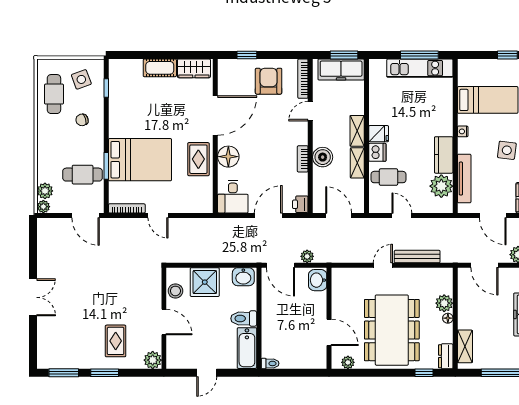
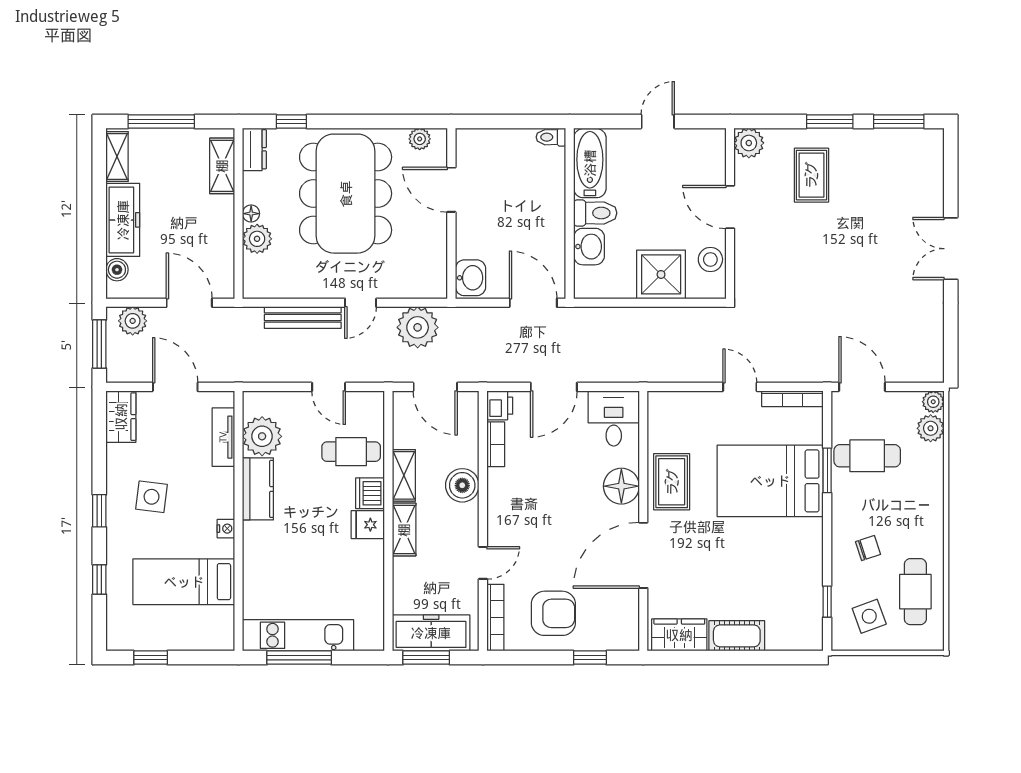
armchair: (269, 81) -> (553, 613), turned -90
bookcase: (303, 159) -> (496, 444), moved
tv unit: (464, 179) -> (223, 437), width x0.71
plant: (307, 256) -> (418, 327), moved, width x1.88, depth x1.88
washbasin: (243, 277) -> (589, 247), moved, turned 90

